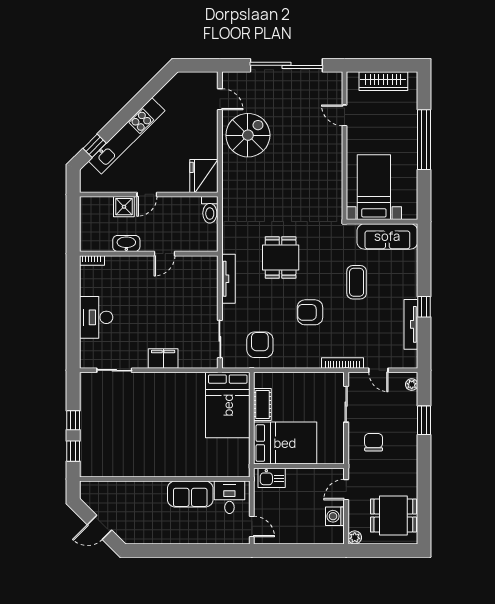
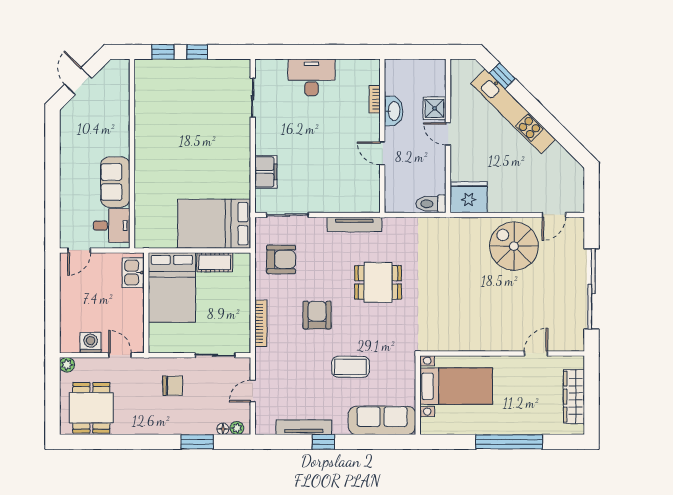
spiral stairs: (248, 135) -> (514, 246), turned 180
sofa: (387, 236) -> (382, 420), moved, turned 90
bookcase: (92, 260) -> (375, 99), moved
filing cabinet: (163, 358) -> (266, 172), moved
bookcase: (342, 363) -> (261, 323), moved
floor lamp: (412, 397) -> (223, 429), added

